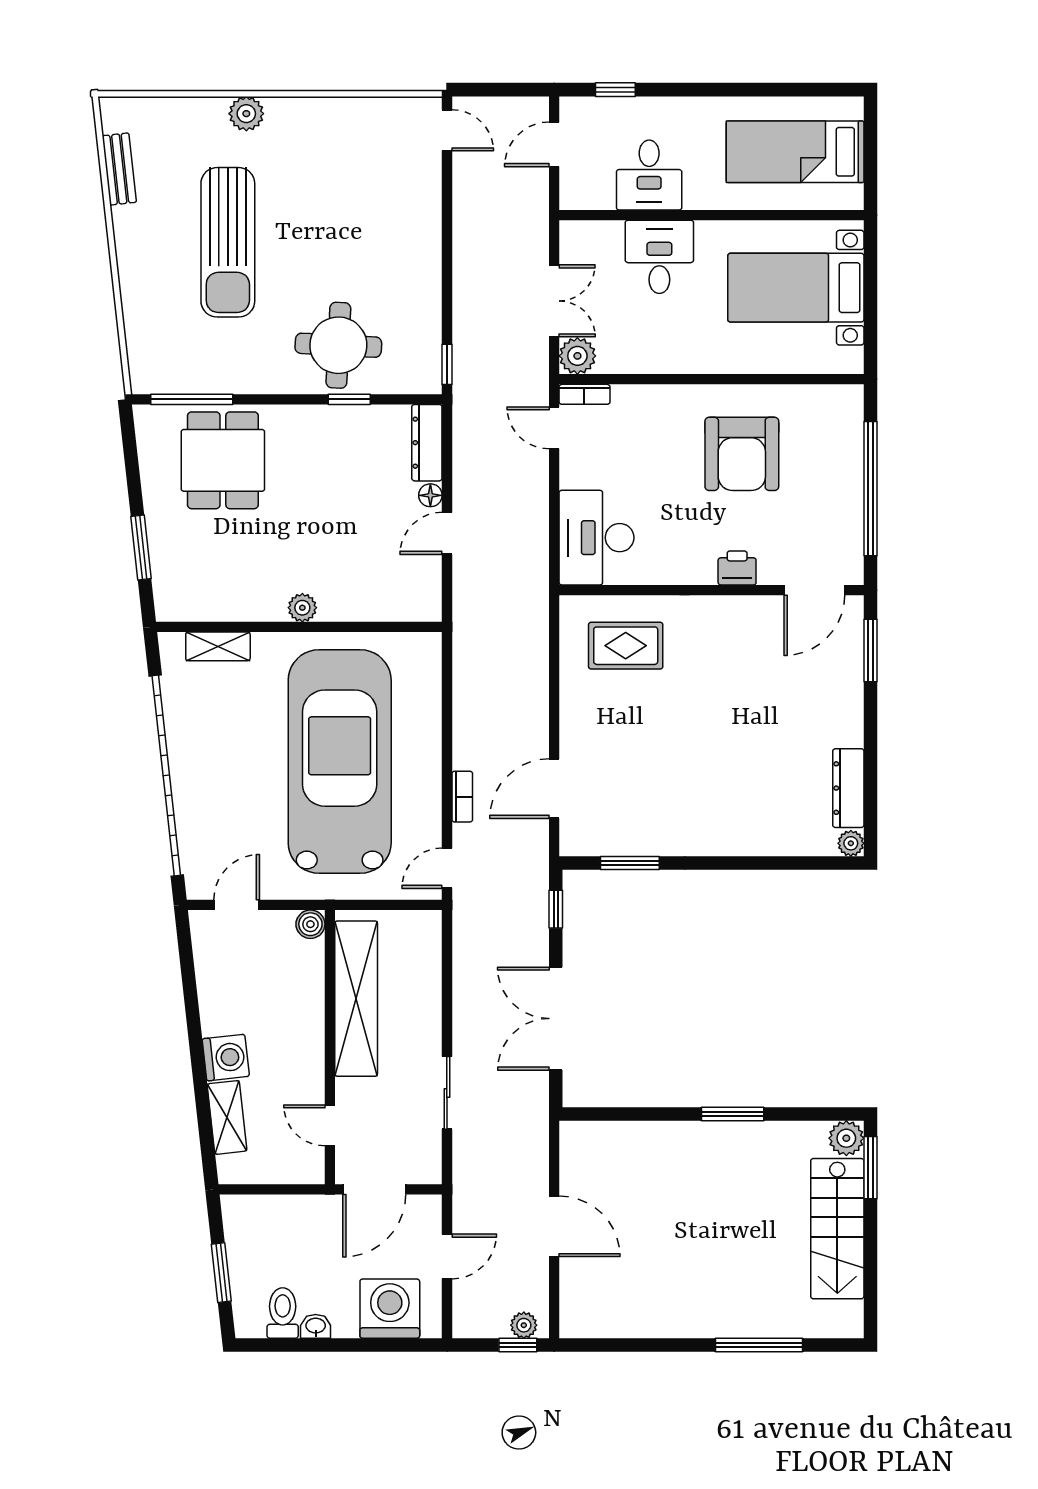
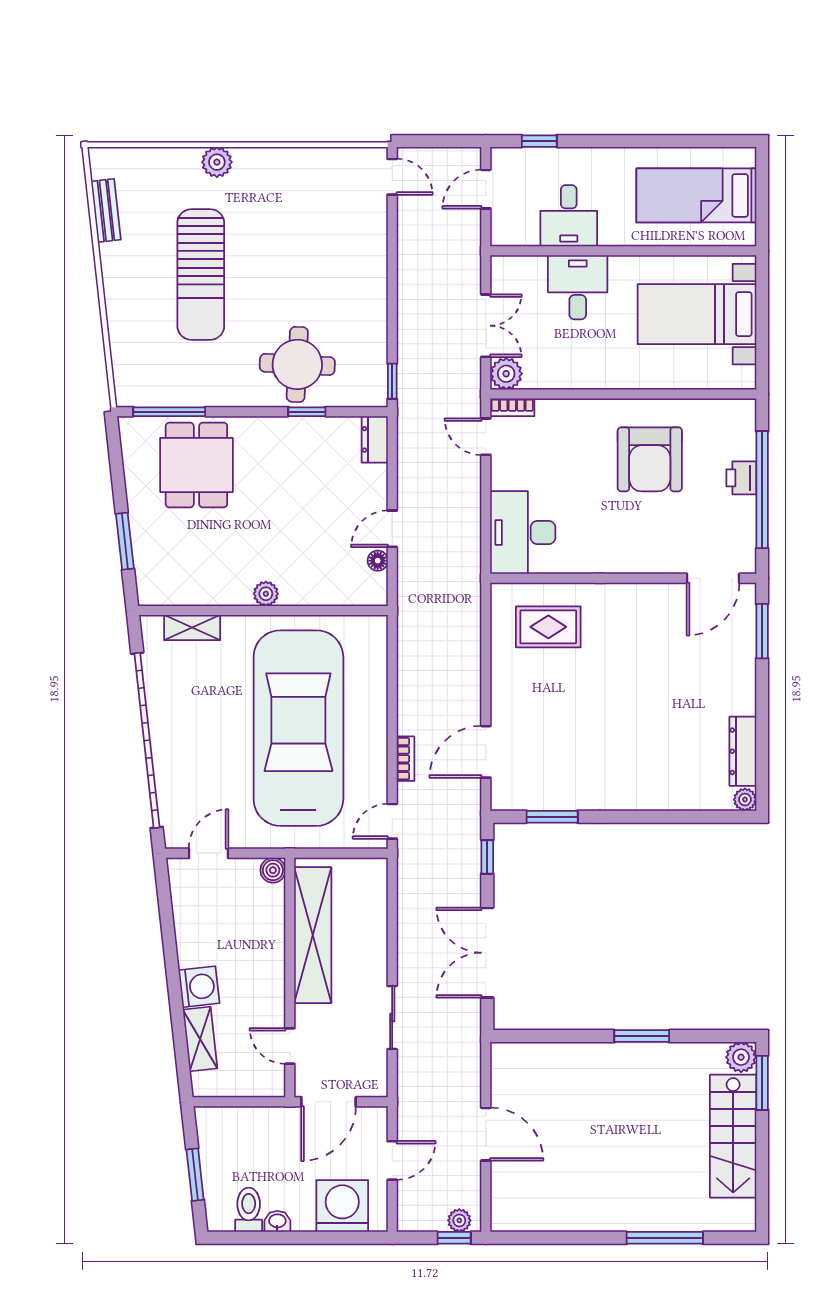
dresser: (427, 443) -> (375, 439), width x0.70
floor lamp: (430, 495) -> (378, 561), moved
printer: (737, 568) -> (741, 478), moved, turned -90

